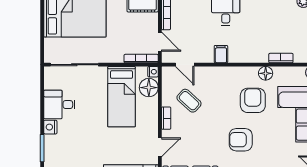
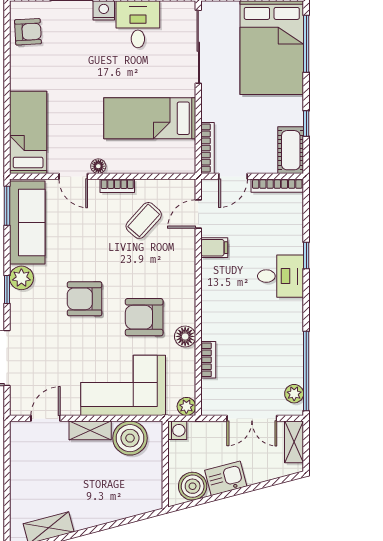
filing cabinet: (221, 54) -> (214, 248), moved
nightstand: (153, 72) -> (188, 166), removed
floor lamp: (149, 88) -> (98, 166), moved, width x0.53, depth x0.53
armchair: (253, 100) -> (144, 317), turned 180
armchair: (241, 140) -> (85, 299), turned -90

